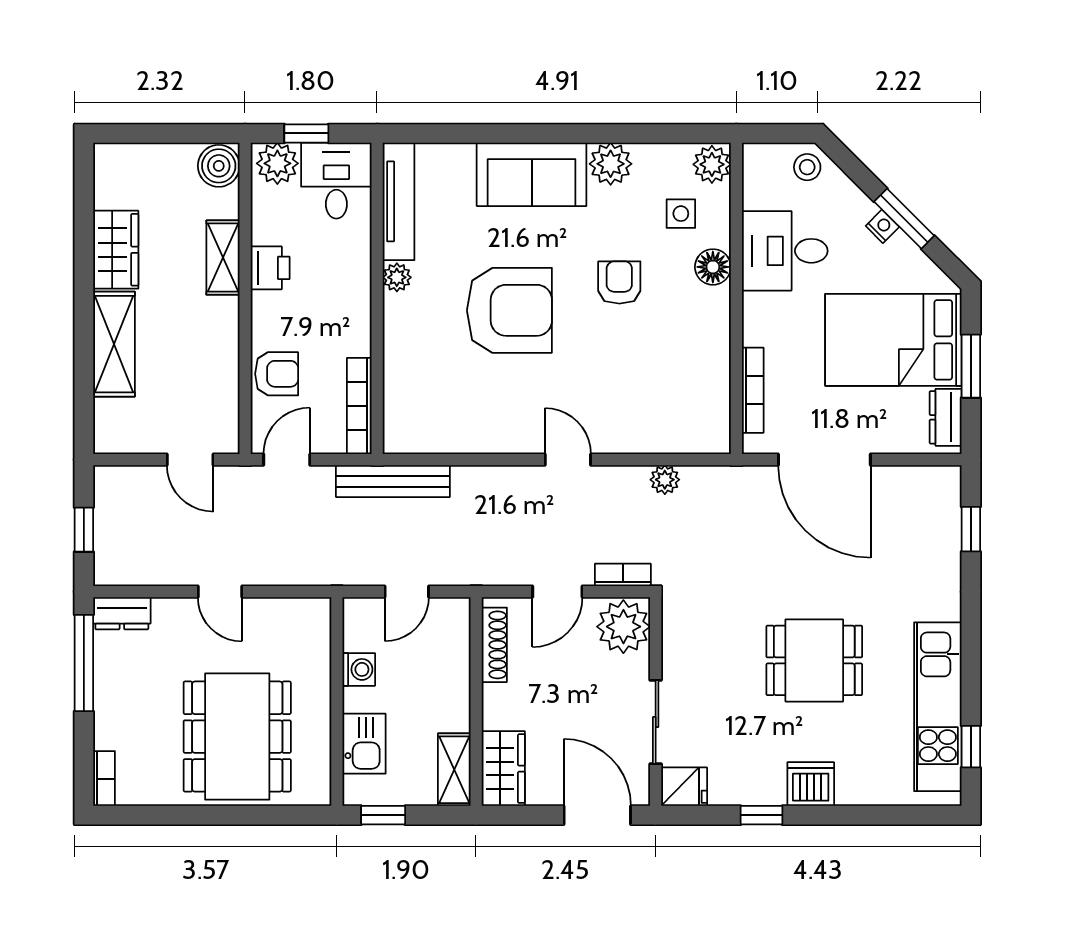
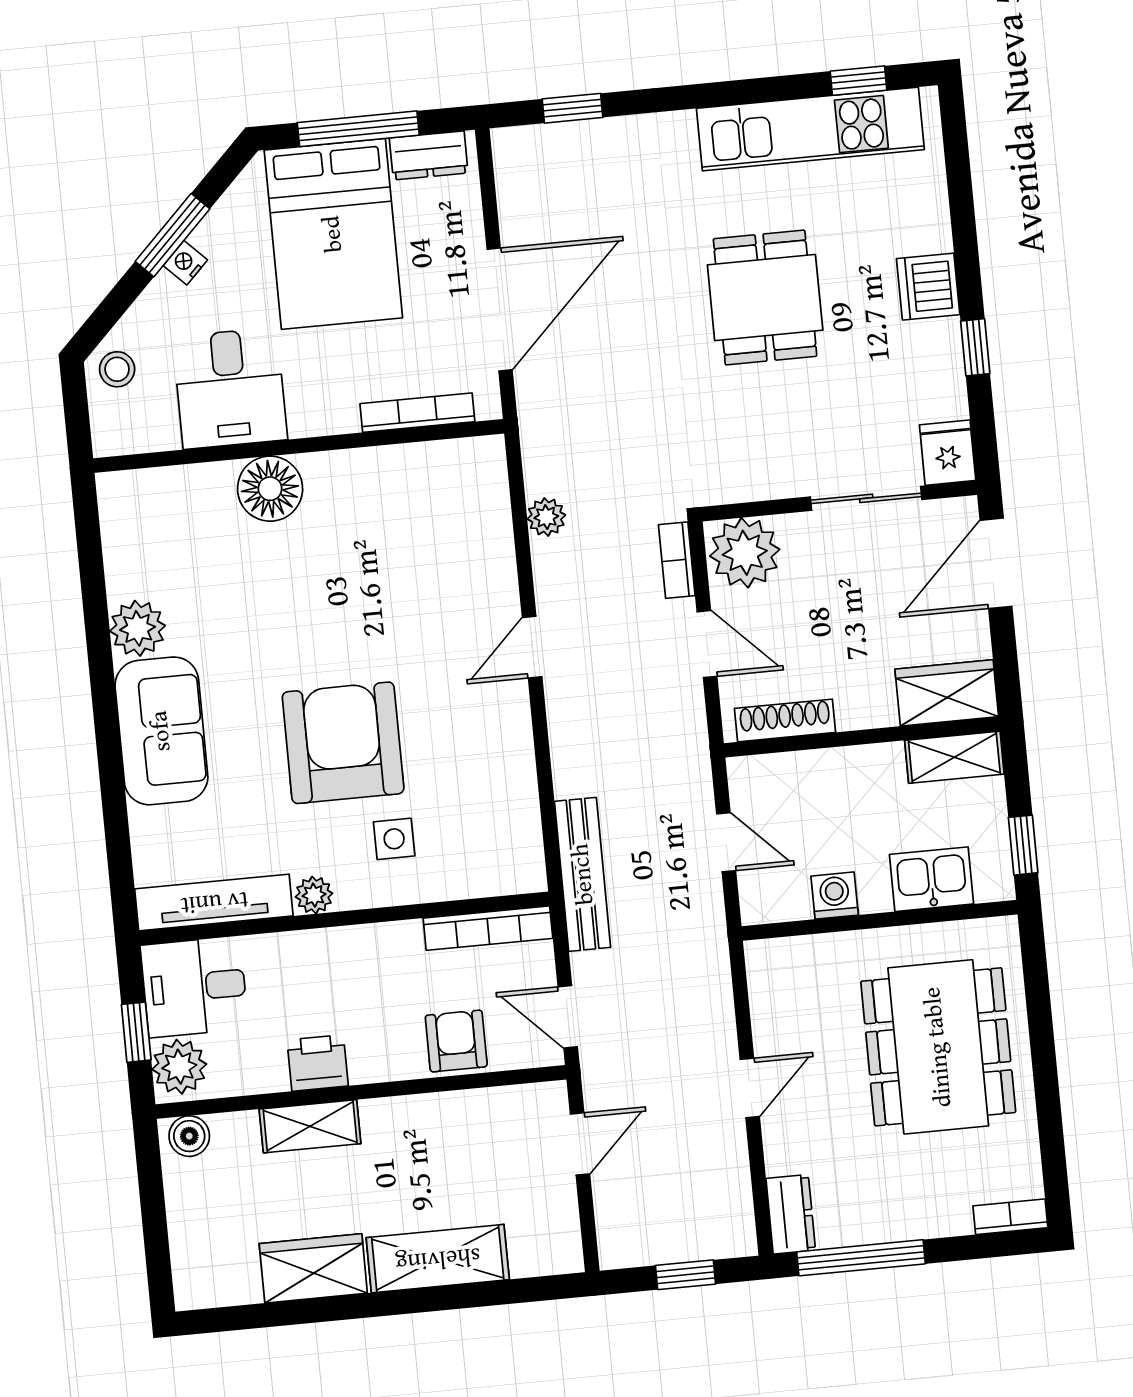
plant: (712, 164) -> (126, 495), removed
boiler: (219, 166) -> (189, 1136), width x0.73, depth x0.73
side table: (681, 214) -> (394, 839), moved
floor lamp: (713, 267) -> (270, 489), width x1.38, depth x1.38
armchair: (619, 283) -> (293, 602), removed
window: (971, 366) -> (358, 129), width x1.44
dining table: (237, 737) -> (938, 1047), turned 90

